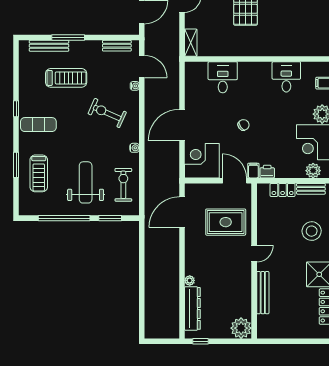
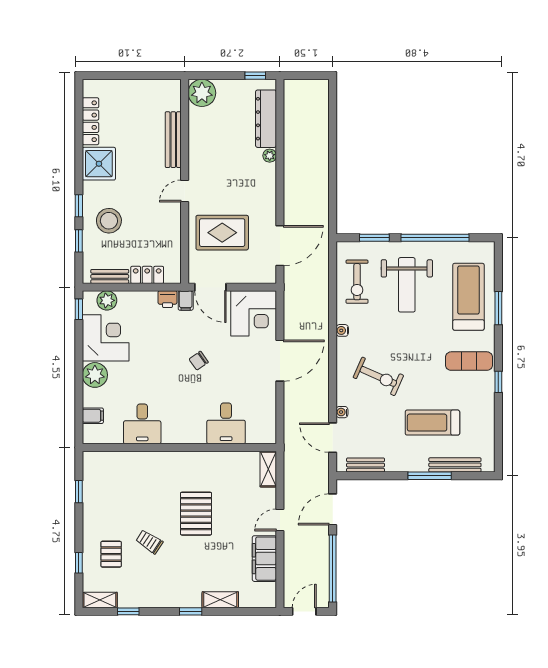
treadmill: (39, 173) -> (468, 297), width x1.37, depth x1.38

